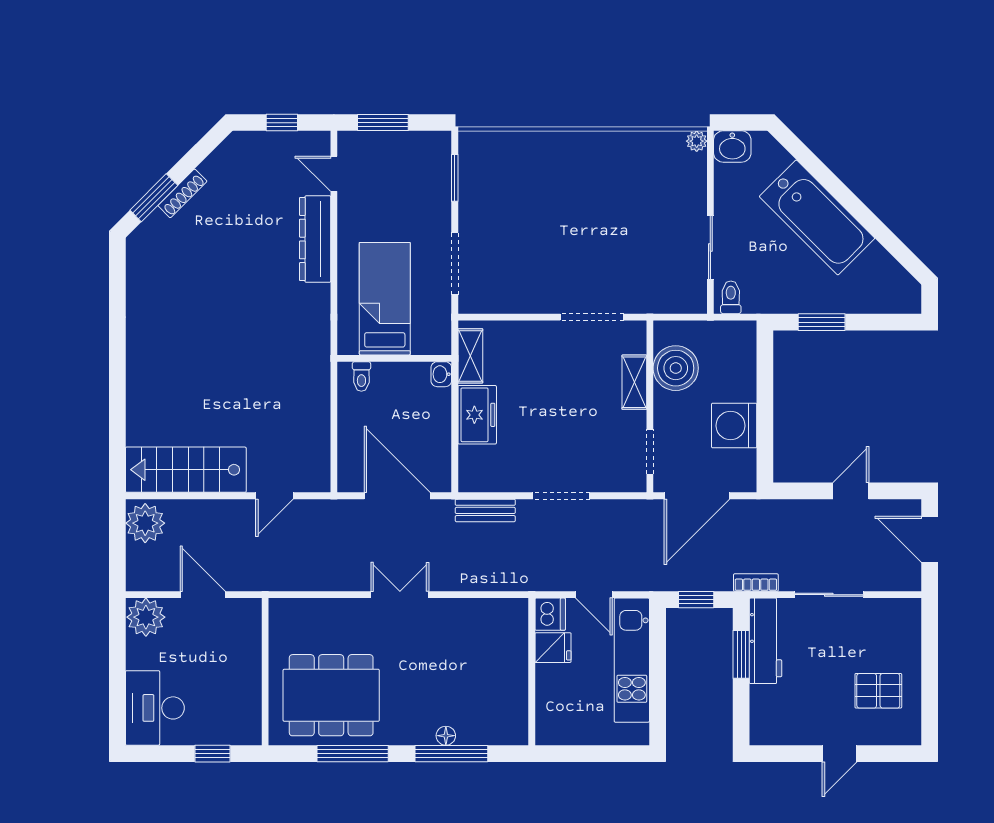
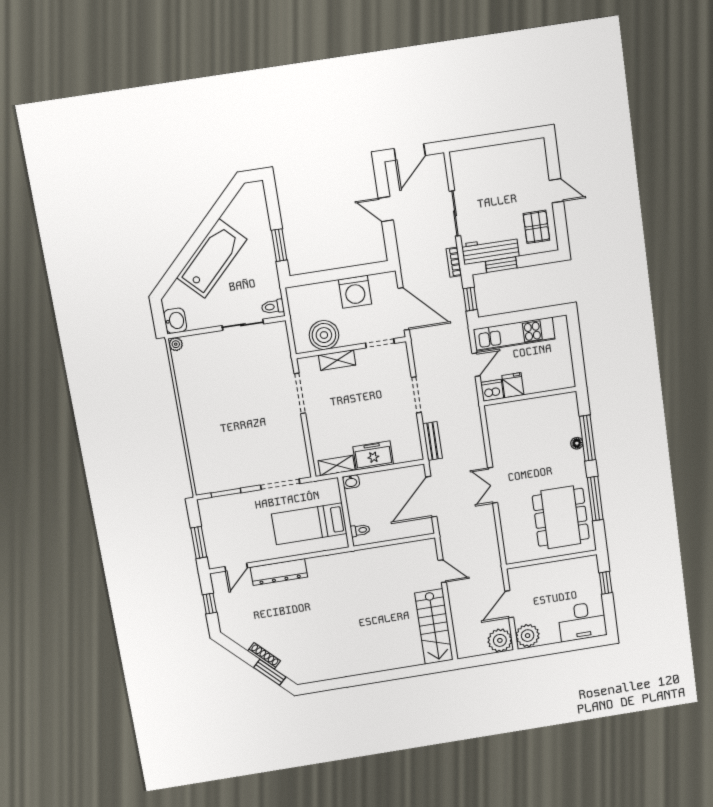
plant: (145, 523) -> (500, 640), moved
pallet: (878, 691) -> (536, 227), moved

